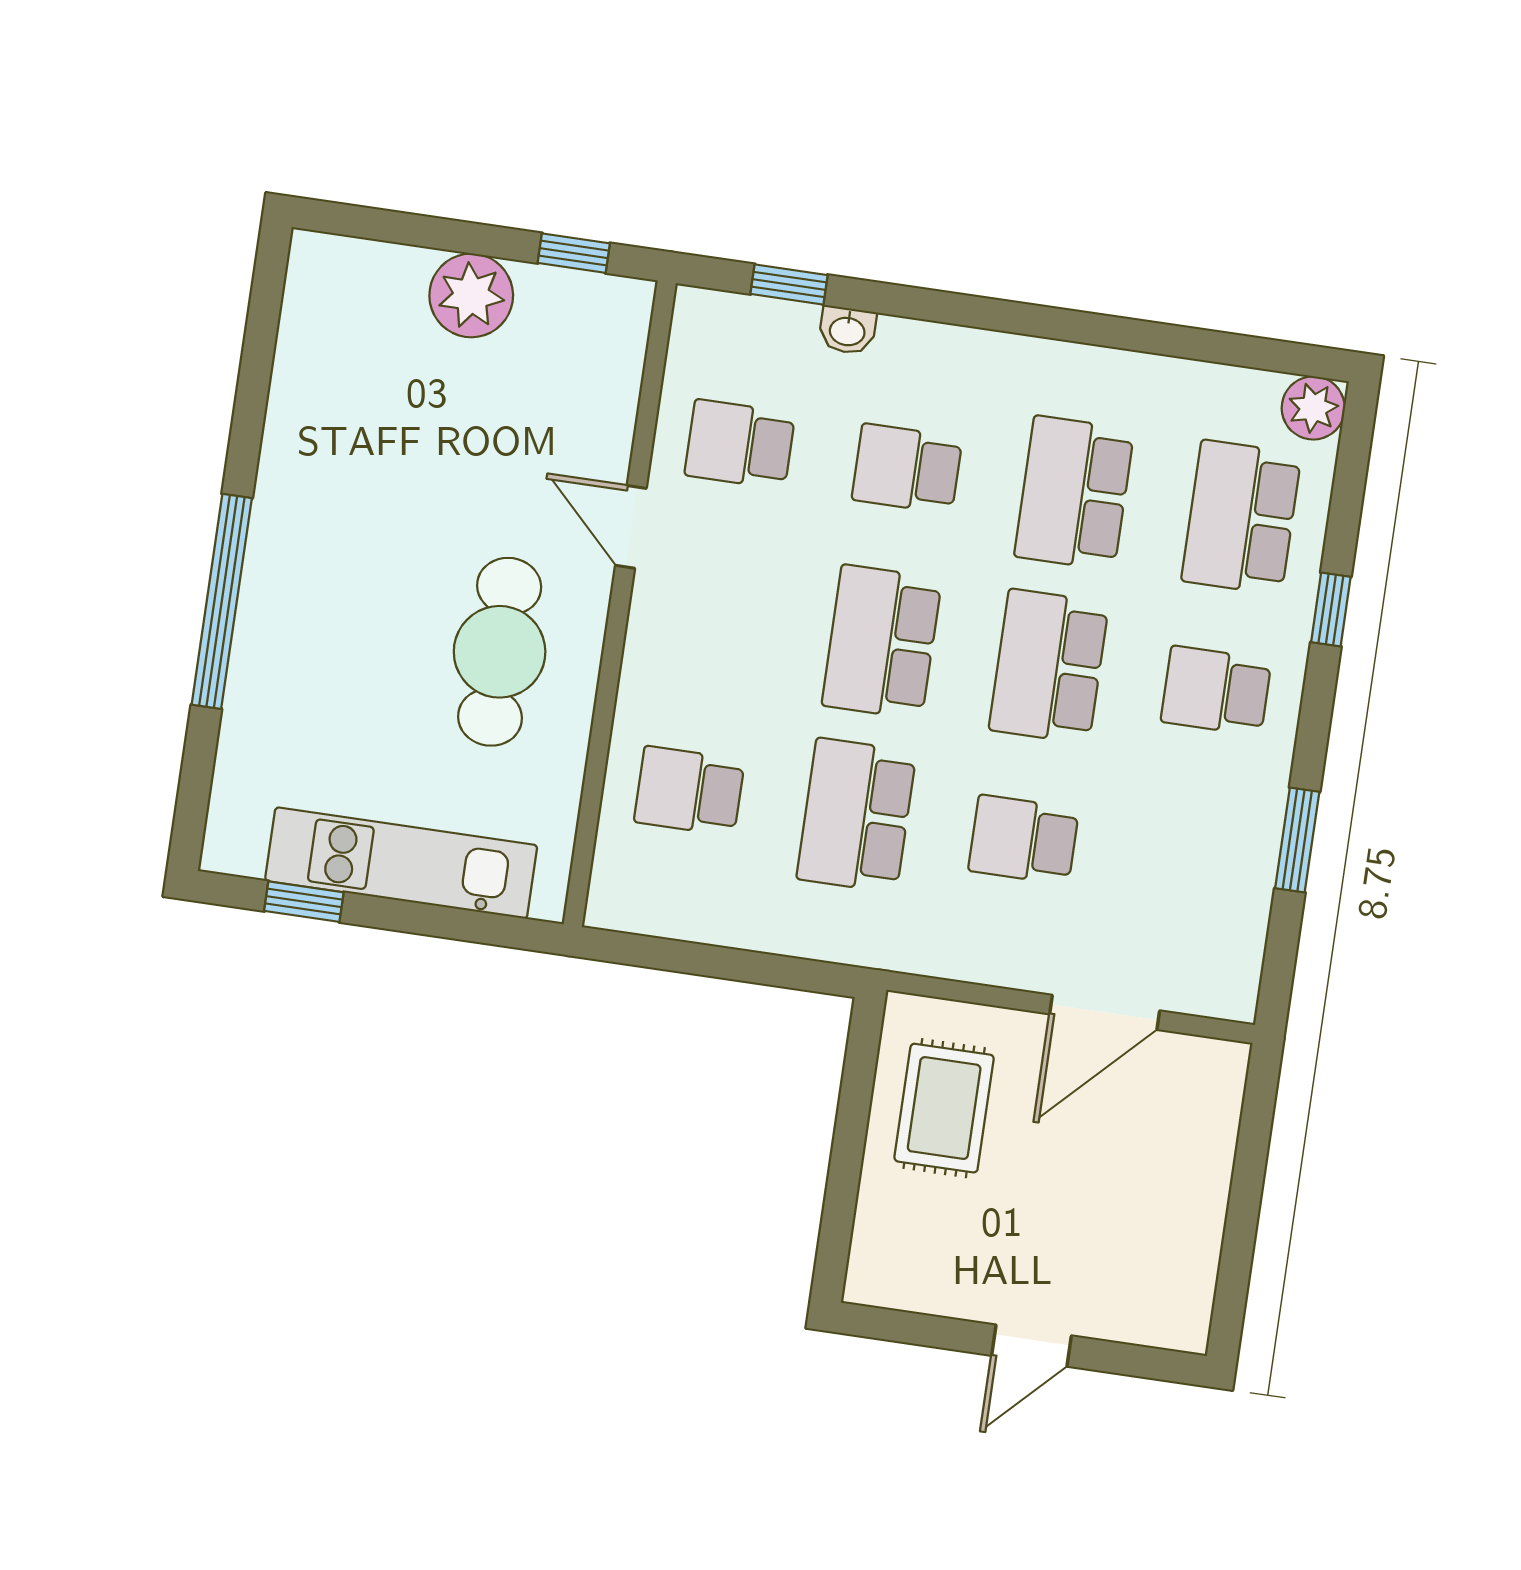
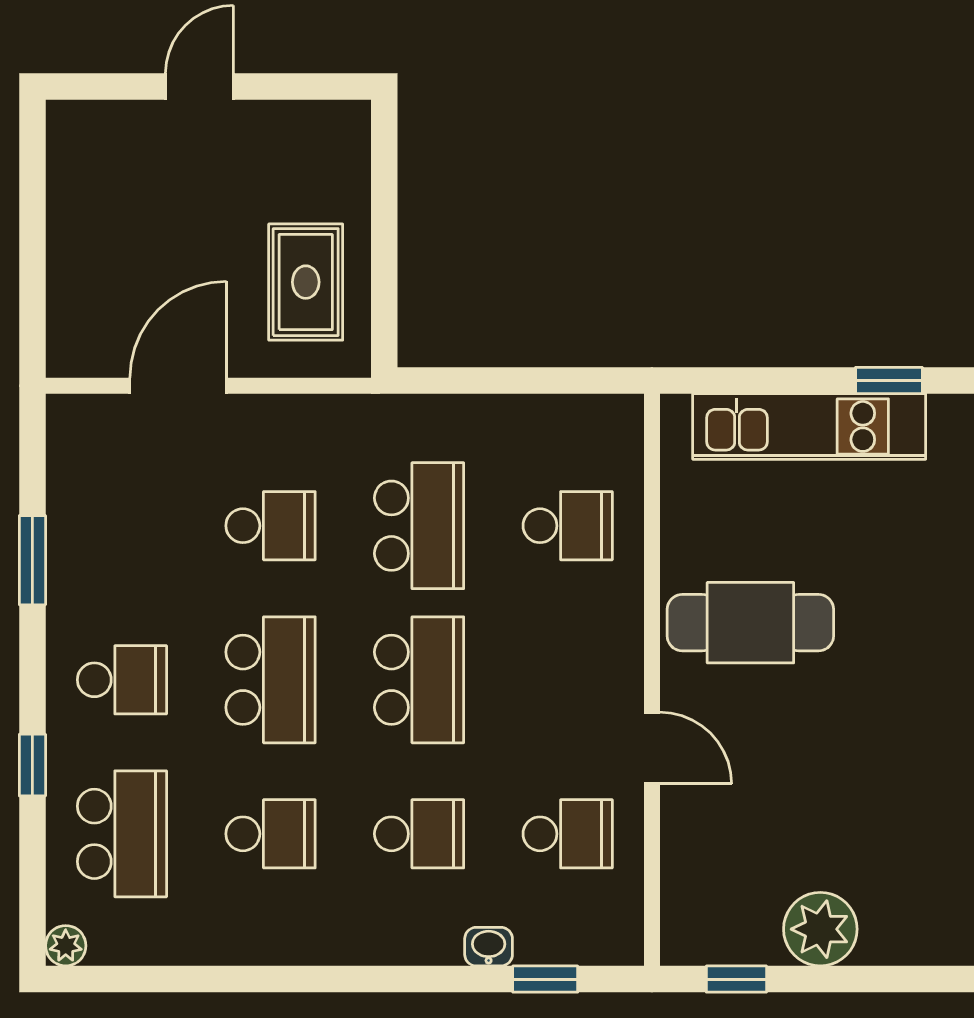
plant: (1313, 408) -> (66, 946), width x0.73, depth x0.73
school desk: (1074, 493) -> (271, 834), width x0.54
cafe table: (500, 652) -> (750, 623), turned 90

